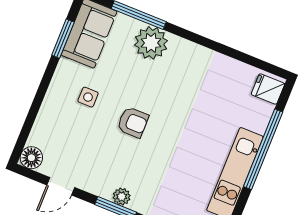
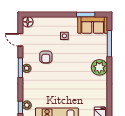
plant: (151, 43) -> (99, 67), moved
armchair: (133, 122) -> (46, 57), moved

